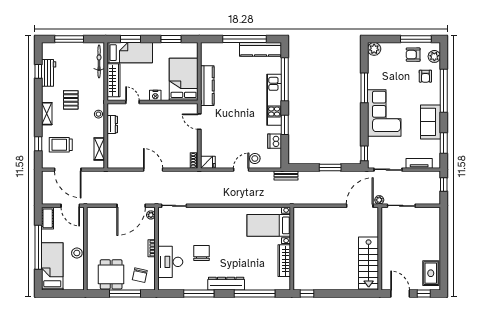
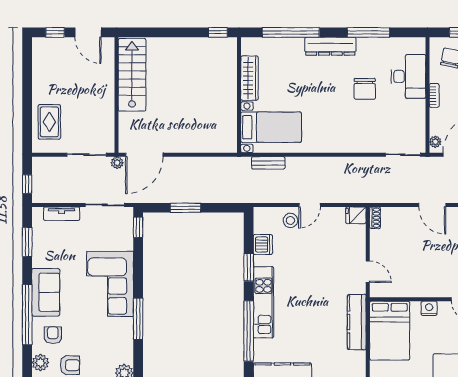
sofa: (431, 122) -> (46, 292), moved
bench: (286, 176) -> (268, 163), moved
rug: (431, 273) -> (49, 122), moved

